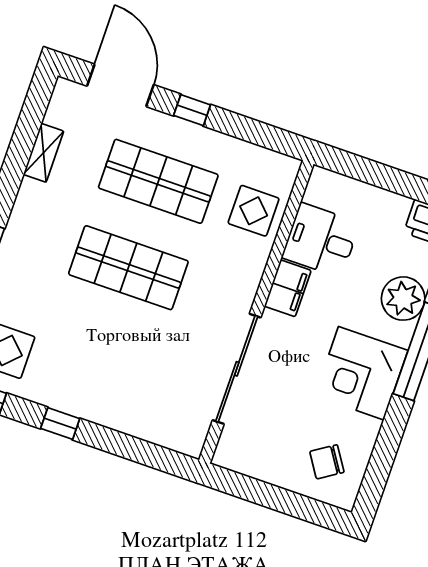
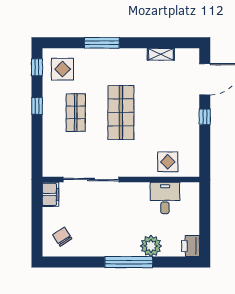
shop shelf: (158, 181) -> (76, 113), moved, width x0.70, depth x0.74
filing cabinet: (288, 288) -> (50, 194), moved, turned -90
corner desk: (361, 373) -> (109, 238), removed

